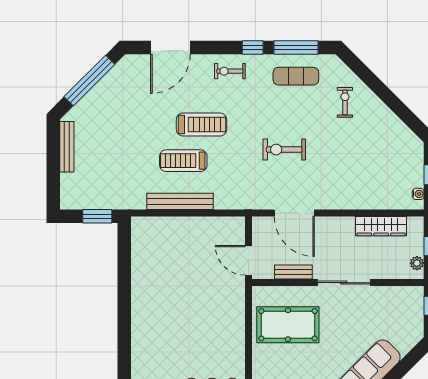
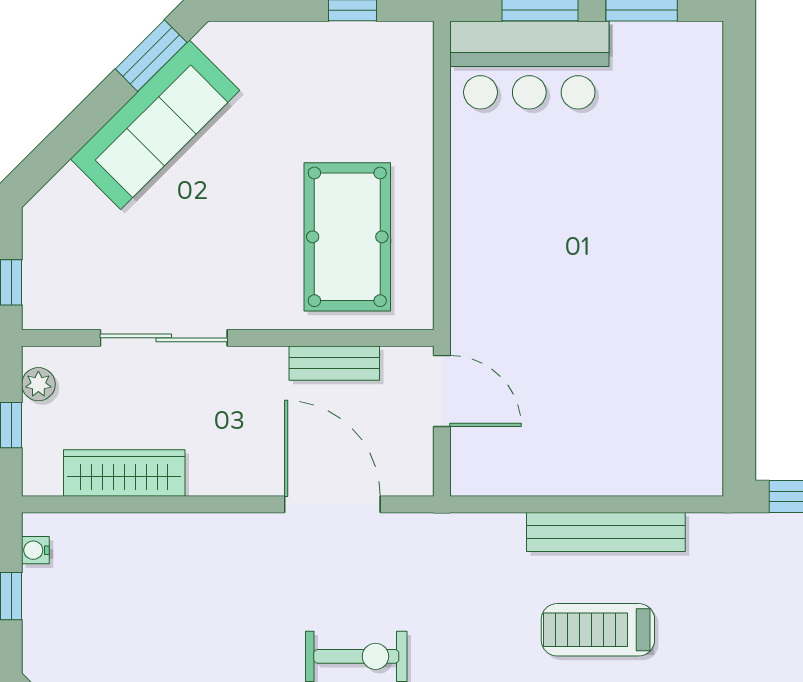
treadmill: (183, 161) -> (598, 630), turned 180
sliding door: (344, 283) -> (164, 338), moved
pool table: (288, 325) -> (347, 237), turned 90

